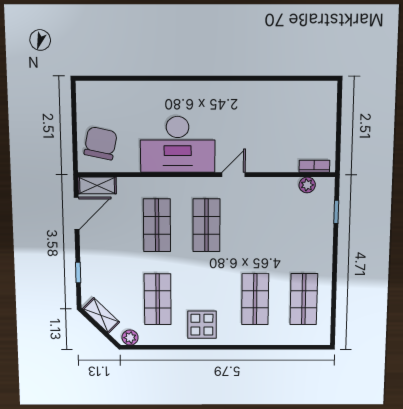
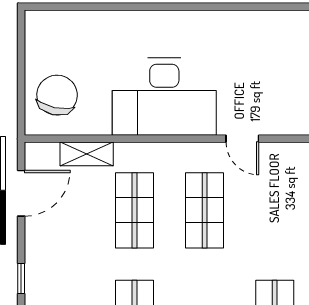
door: (233, 175) -> (242, 139), swing flipped
shelving: (97, 185) -> (87, 154), moved

